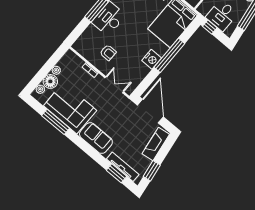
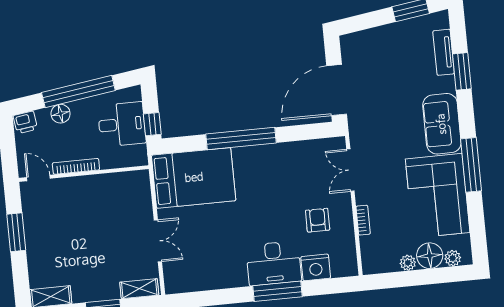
nightstand: (152, 59) -> (316, 267), moved, turned 180
window: (56, 122) -> (471, 165), moved
fireplace: (156, 144) -> (371, 40), removed
tv unit: (123, 167) -> (444, 52), width x0.71
window: (116, 173) -> (462, 71), moved

